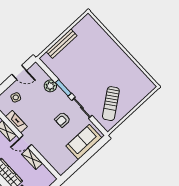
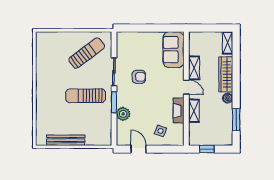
bench: (62, 44) -> (66, 140), moved
sun lounger: (86, 75) -> (86, 96), added
sofa: (84, 142) -> (173, 50), moved, turned 90

